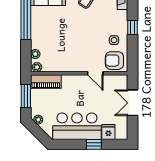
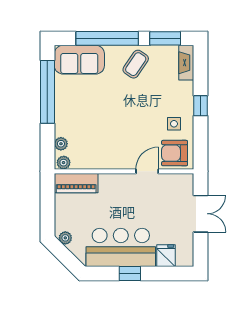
door: (95, 73) -> (147, 171), swing flipped
window: (26, 96) -> (47, 204), removed
double door: (133, 103) -> (201, 214), swing flipped
window: (94, 144) -> (130, 273), moved

